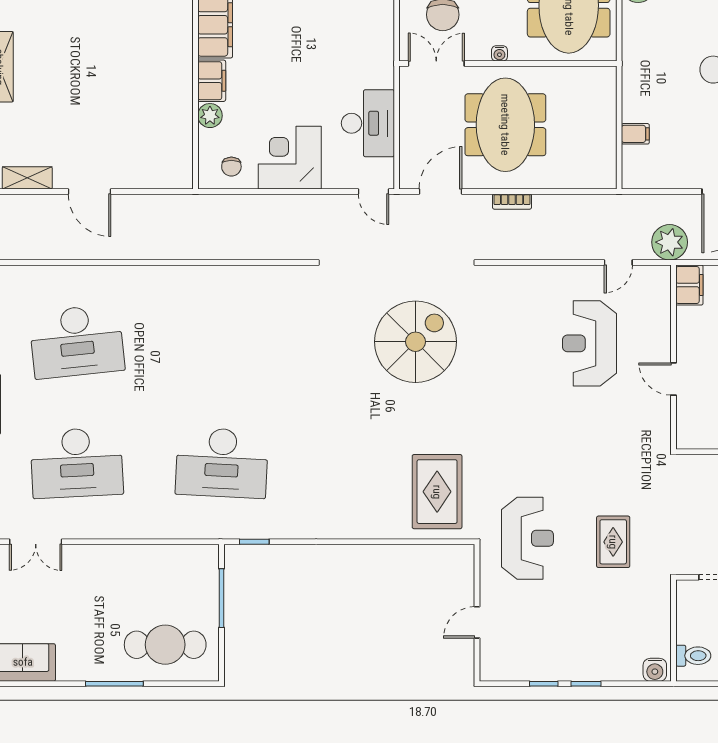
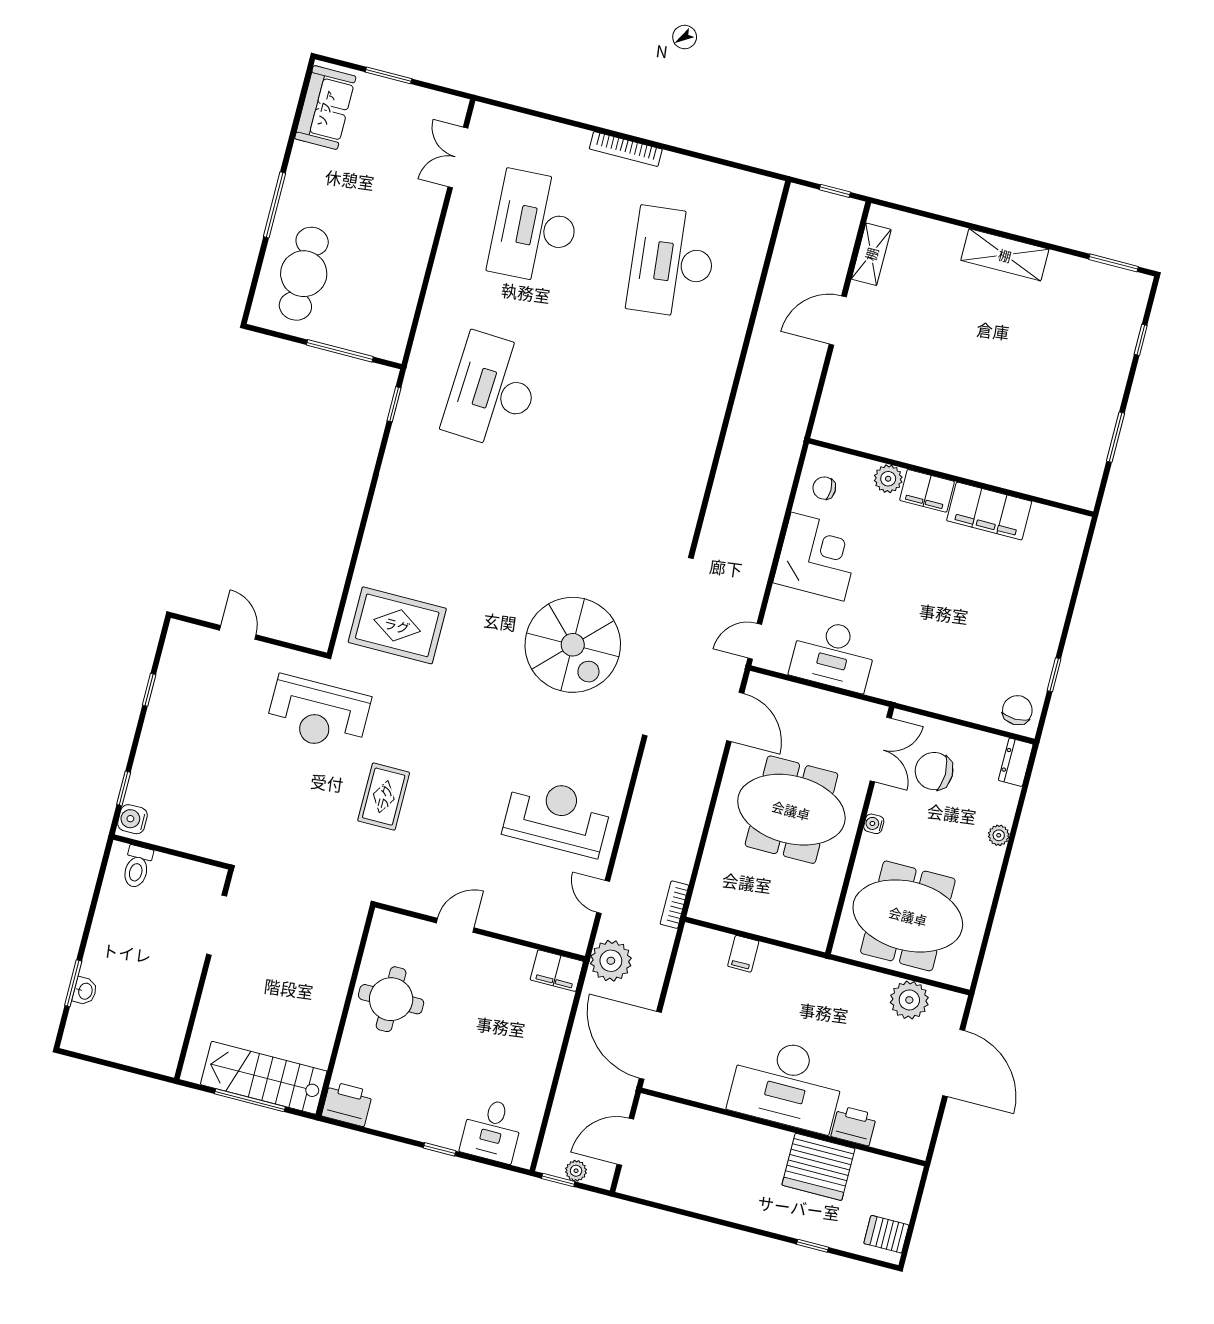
bookcase: (512, 202) -> (674, 905), moved
reception desk: (589, 343) -> (557, 816), moved
rug: (613, 542) -> (384, 797), moved, turned 90
window: (586, 684) -> (124, 788), moved

